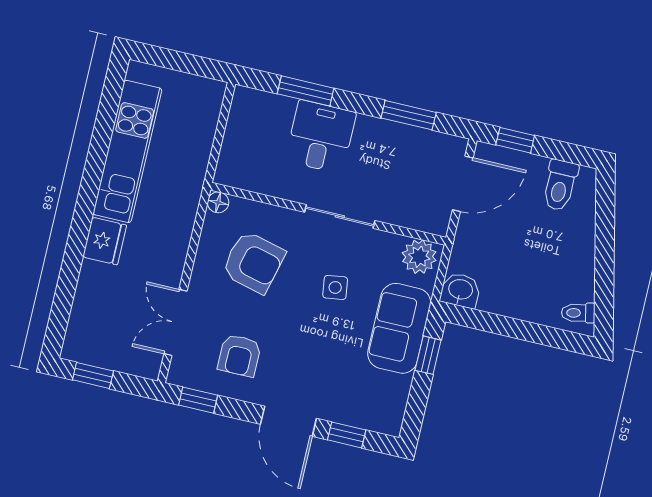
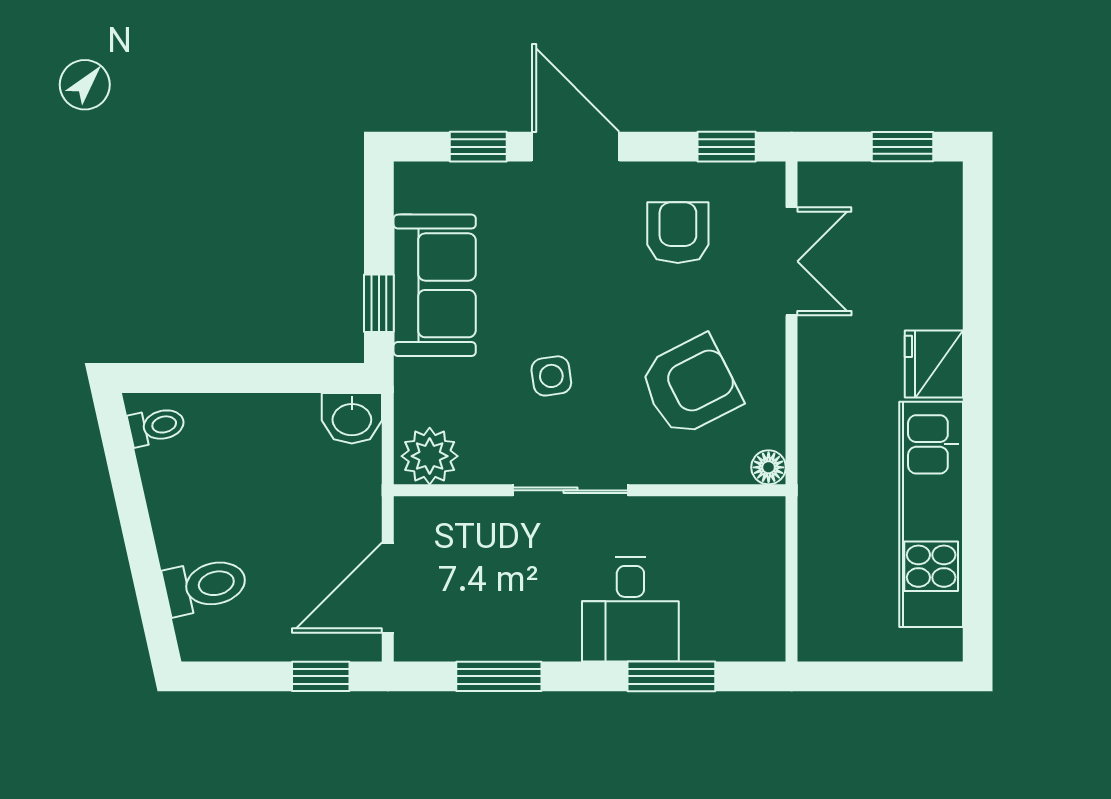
toilet: (560, 185) -> (205, 586), moved, turned 77
armchair: (253, 262) -> (690, 386), turned 139
sofa: (399, 328) -> (435, 285), moved

